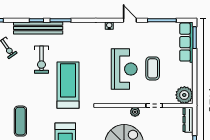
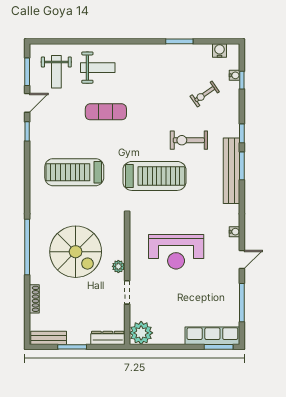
bench: (38, 28) -> (231, 171), moved
coffee table: (153, 68) -> (177, 290), removed

